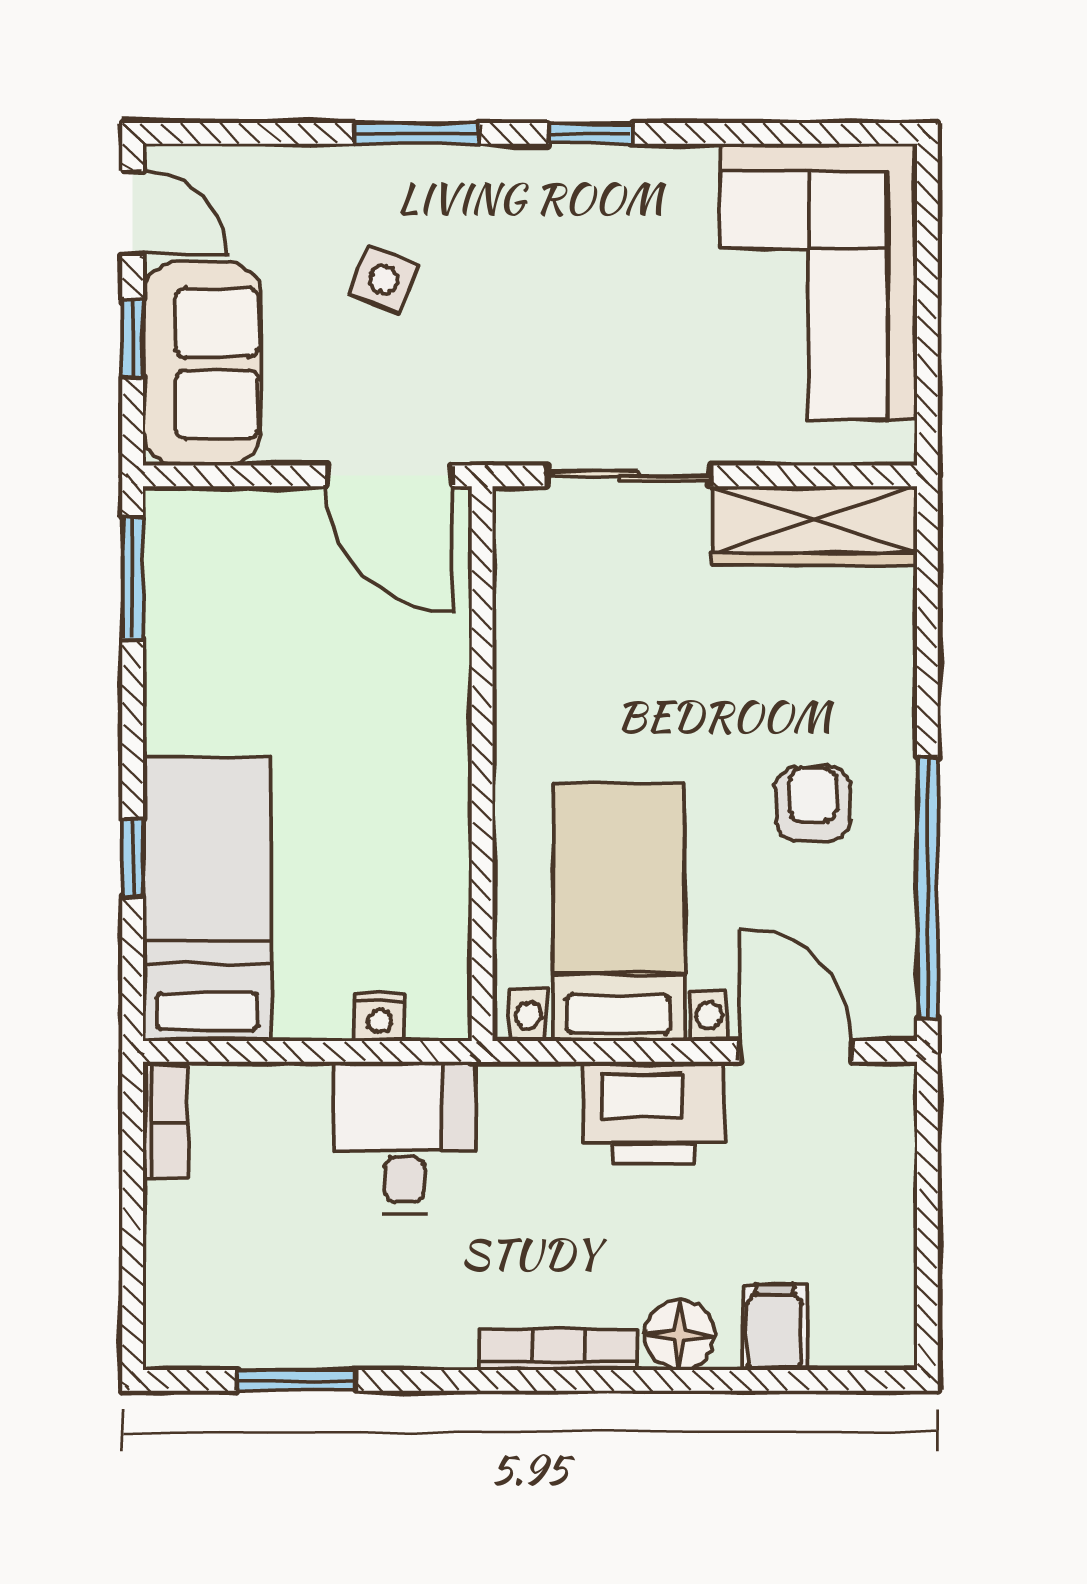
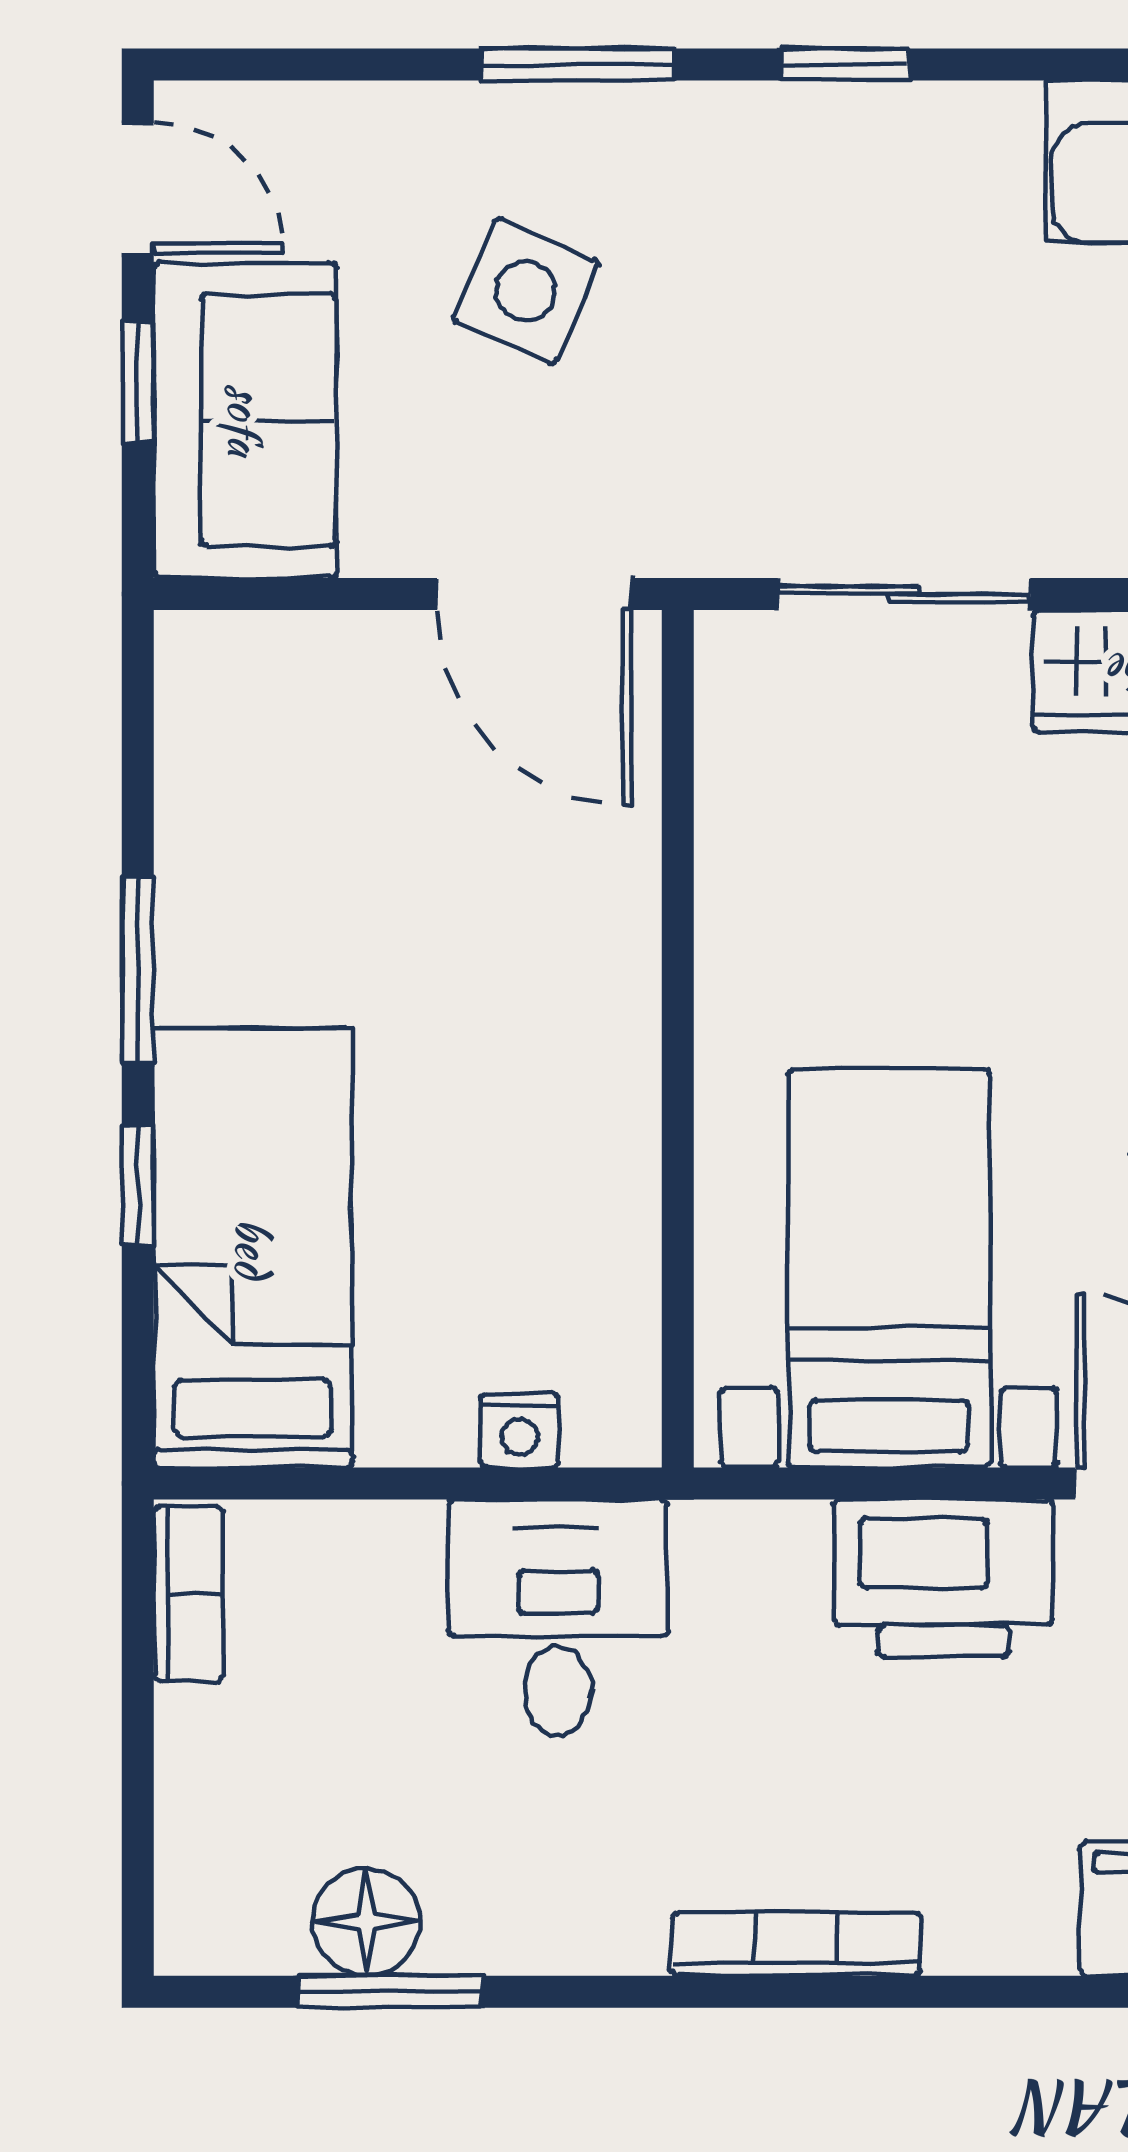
side table: (383, 280) -> (525, 291), width x1.37, depth x1.37
window: (133, 578) -> (138, 970), moved
floor lamp: (680, 1335) -> (366, 1922), moved

